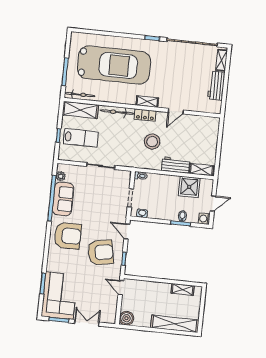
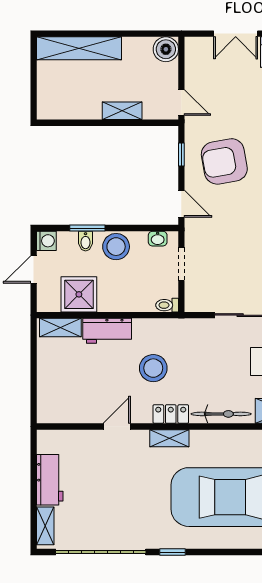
stool: (166, 211) -> (116, 247), added
shelving: (183, 289) -> (122, 111), moved

